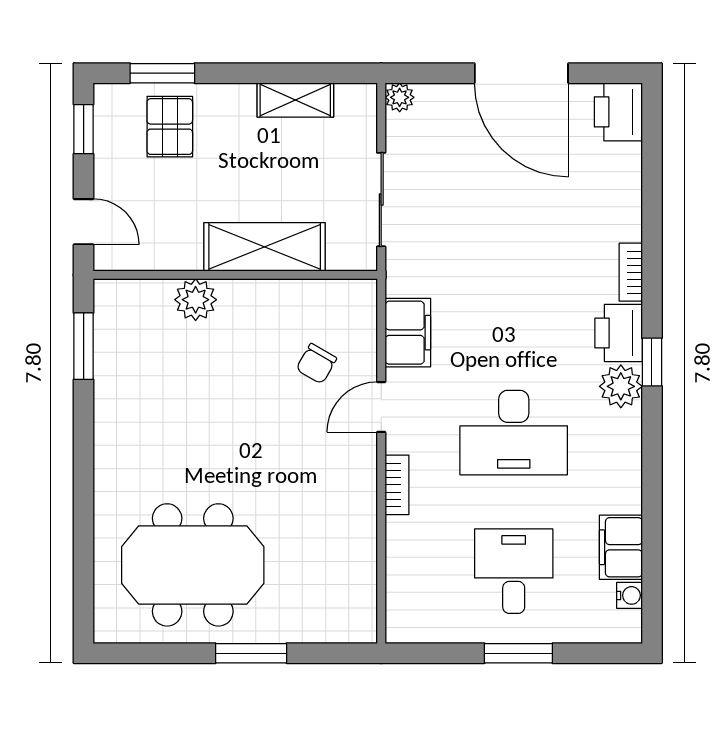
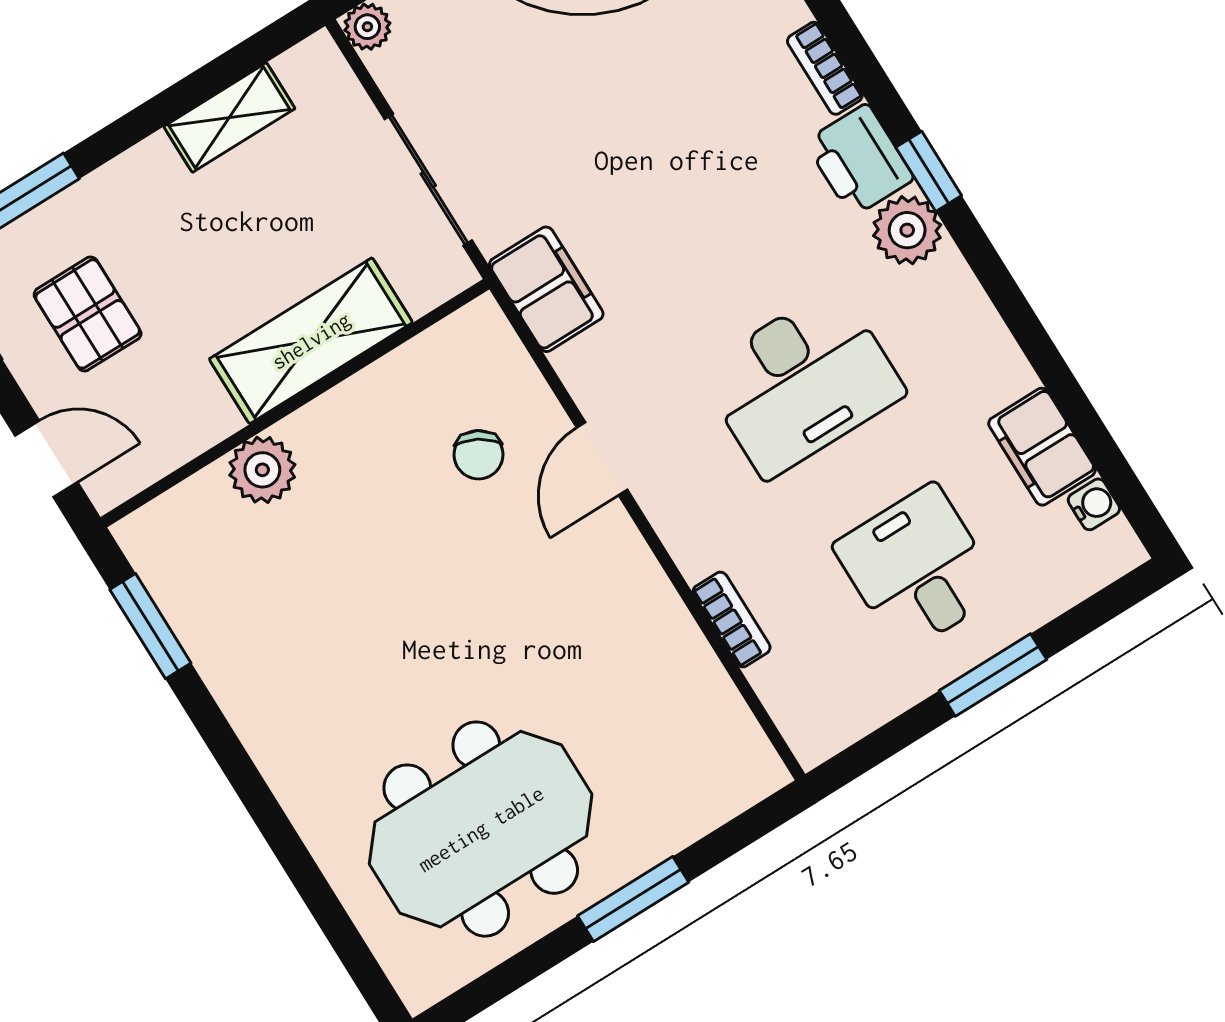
pallet: (170, 127) -> (88, 314), moved
filing cabinet: (408, 333) -> (546, 289), moved
bookcase: (397, 485) -> (732, 620), moved

